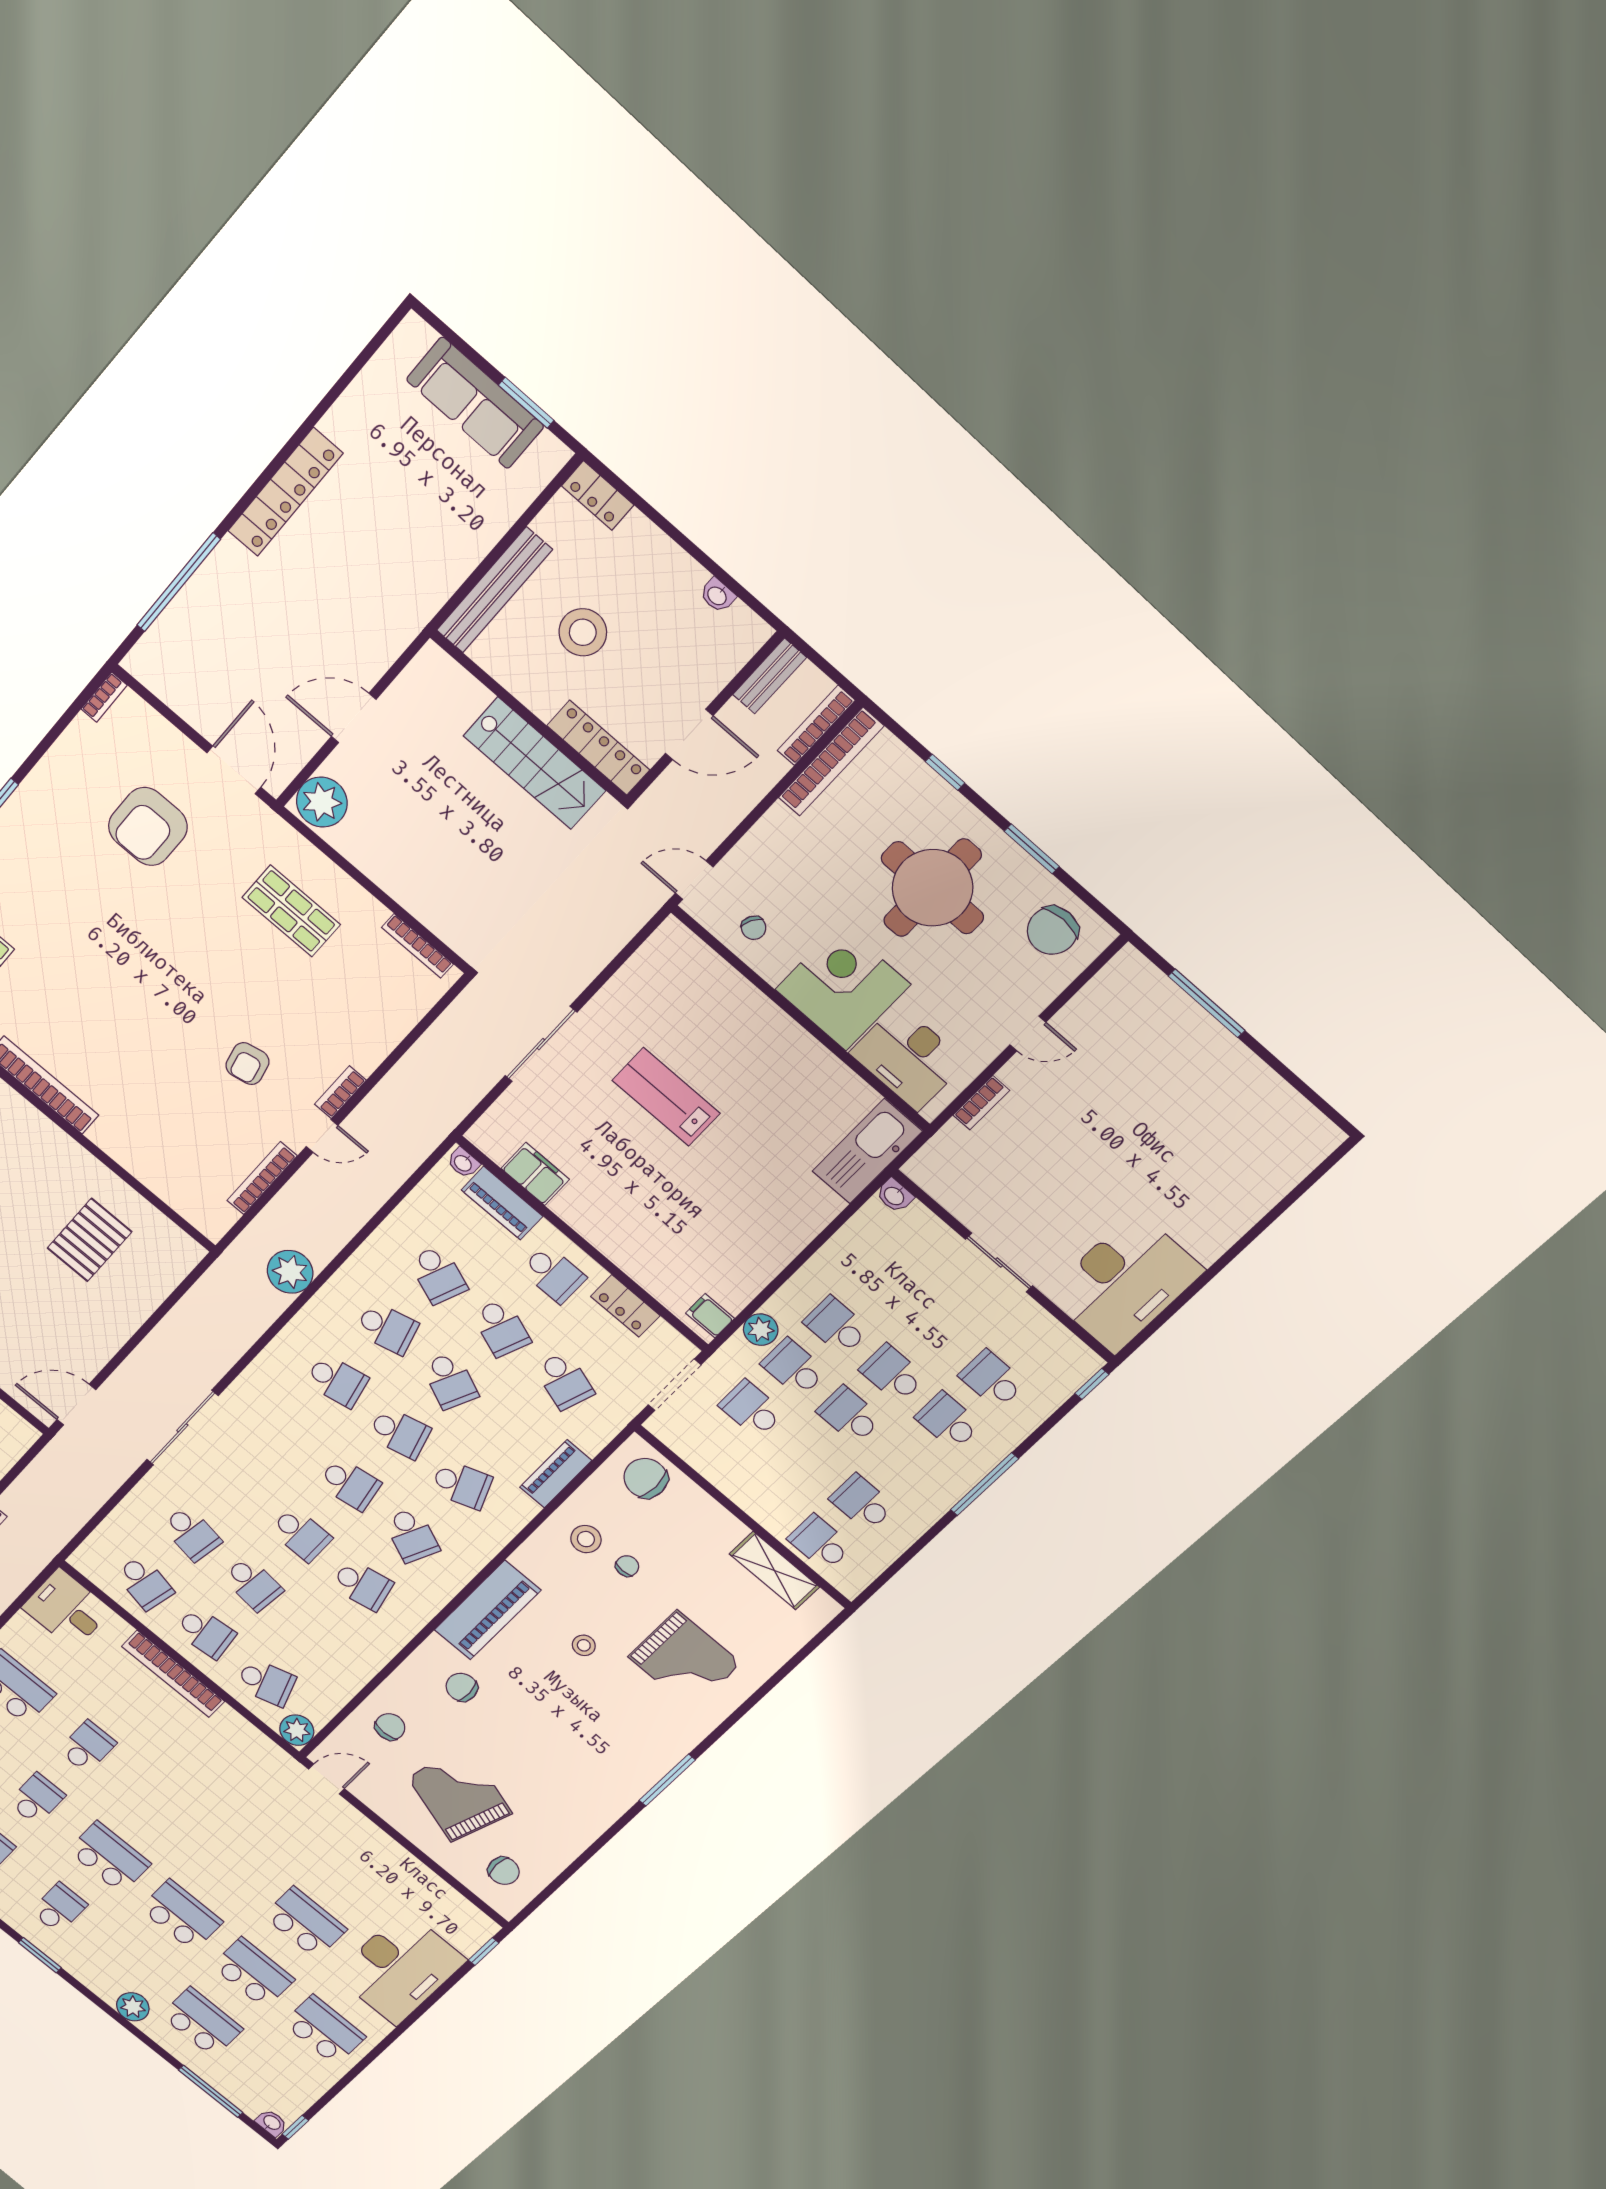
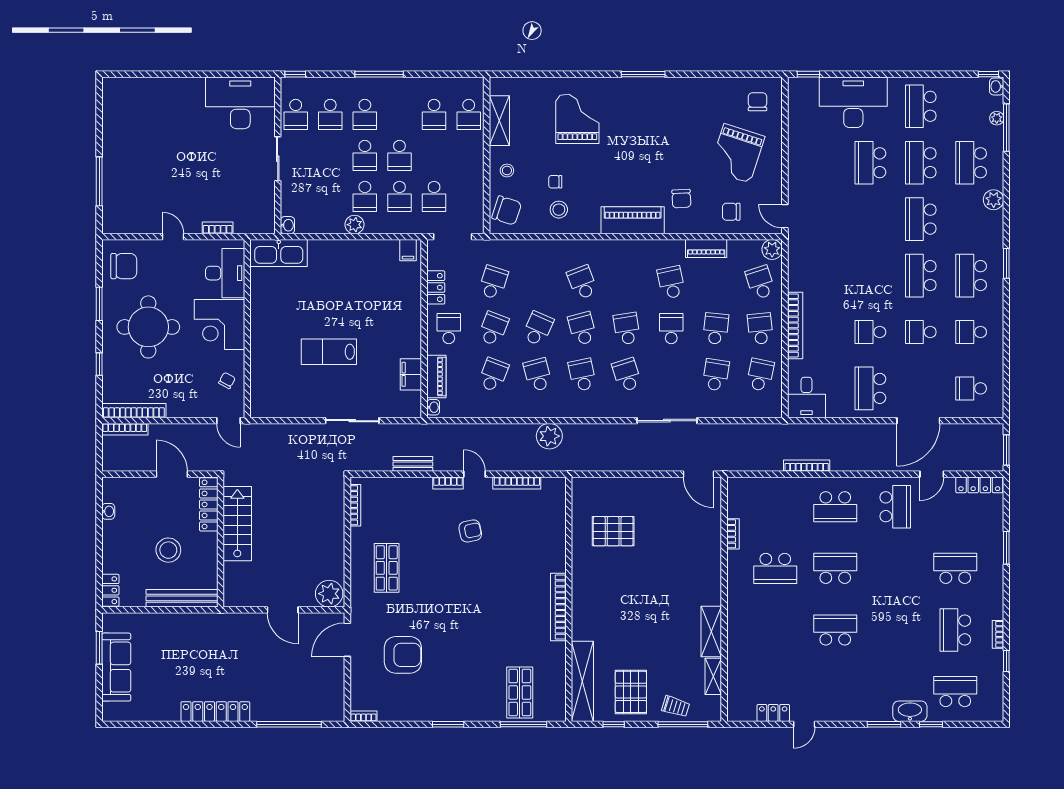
bench: (770, 676) -> (413, 464), moved
lab bench: (666, 1097) -> (329, 352), turned 90
plant: (761, 1330) -> (354, 225), moved
school desk: (1037, 1337) -> (296, 114), added
piano: (556, 1474) -> (706, 249), moved
chair: (646, 1478) -> (507, 210), turned -72
school desk: (412, 1535) -> (627, 375), moved, turned -42
stool: (584, 1645) -> (507, 171), moved
school desk: (59, 1908) -> (971, 276), width x1.85
plant: (232, 2091) -> (997, 118), added

